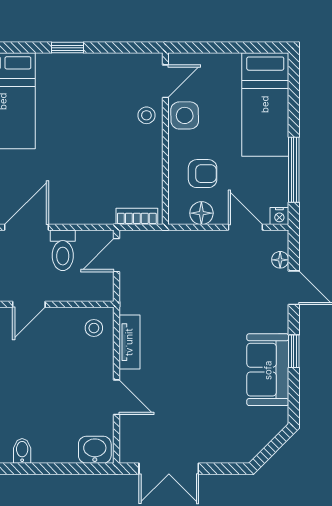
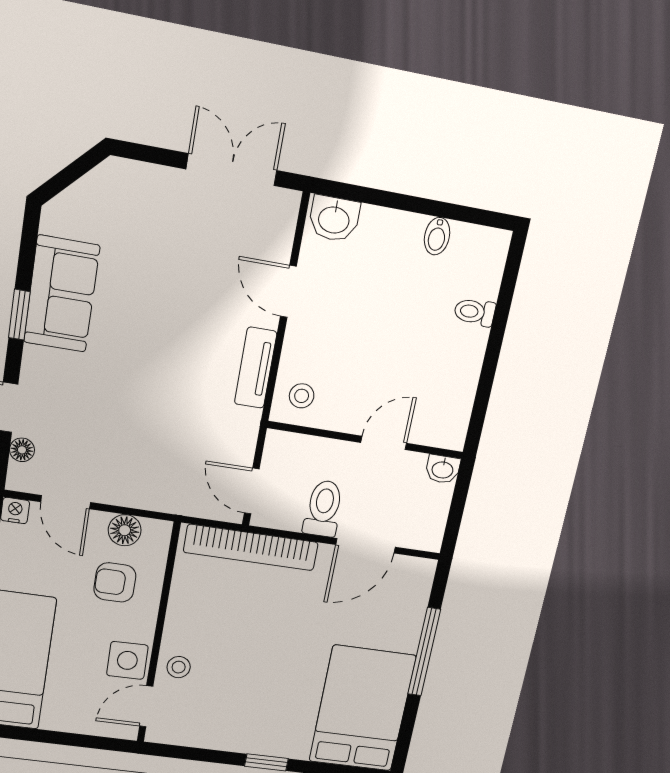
bookcase: (137, 216) -> (251, 547), width x2.31, depth x1.31
door: (117, 255) -> (252, 491), swing flipped

